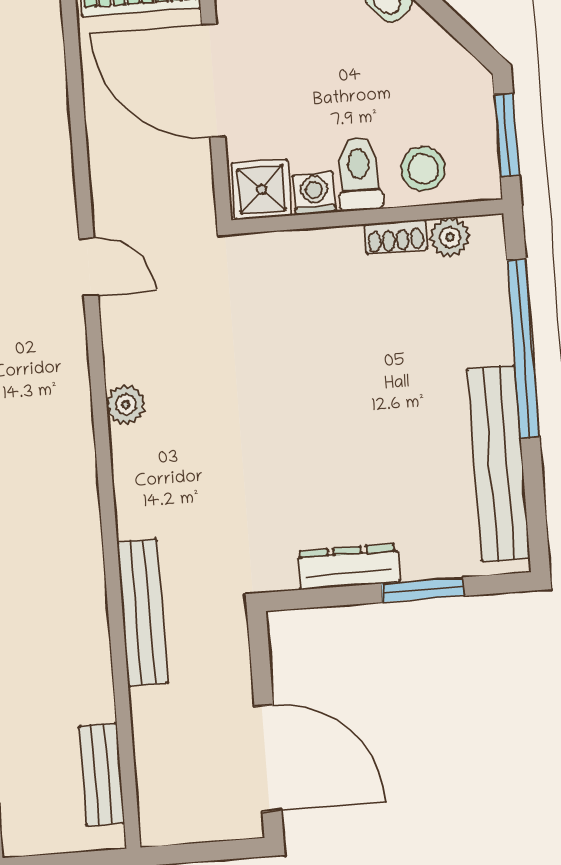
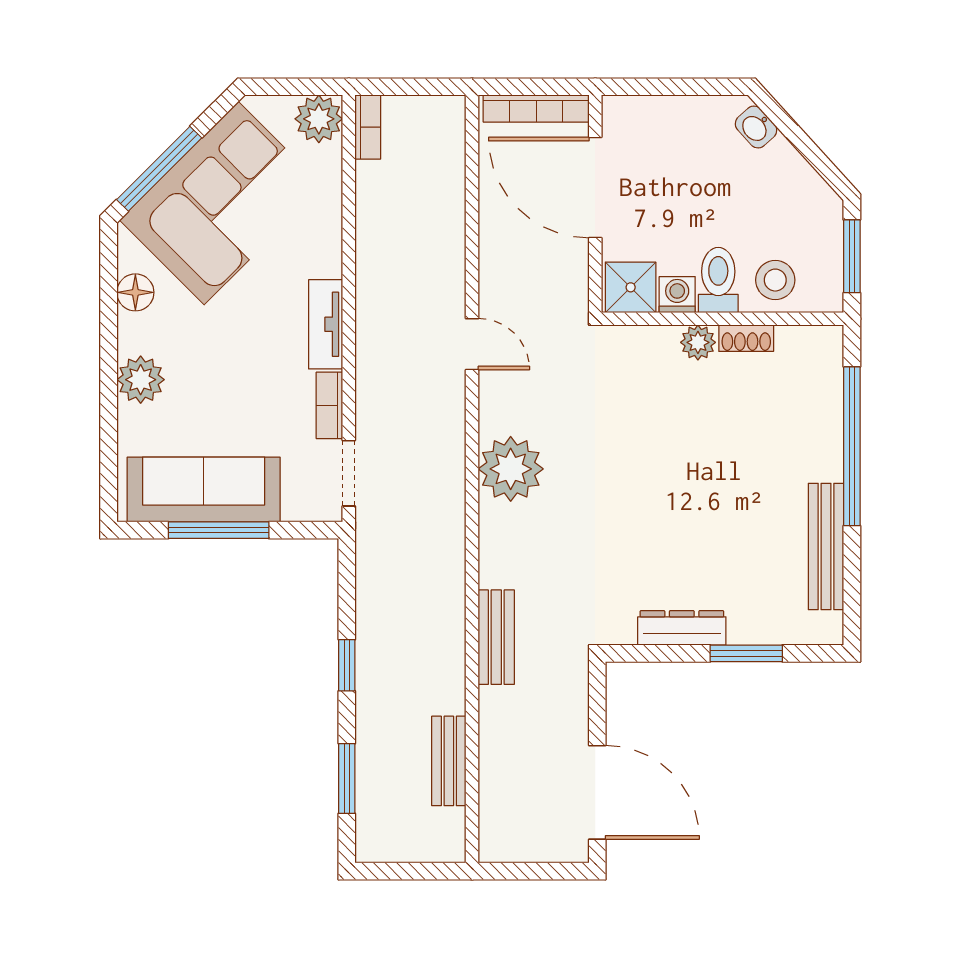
plant: (450, 237) -> (698, 342), moved
plant: (126, 405) -> (511, 469), width x1.87, depth x1.87
bench: (499, 463) -> (826, 547), width x0.73, depth x0.82
bench: (143, 612) -> (496, 637), width x0.73
bench: (102, 774) -> (449, 761), moved

